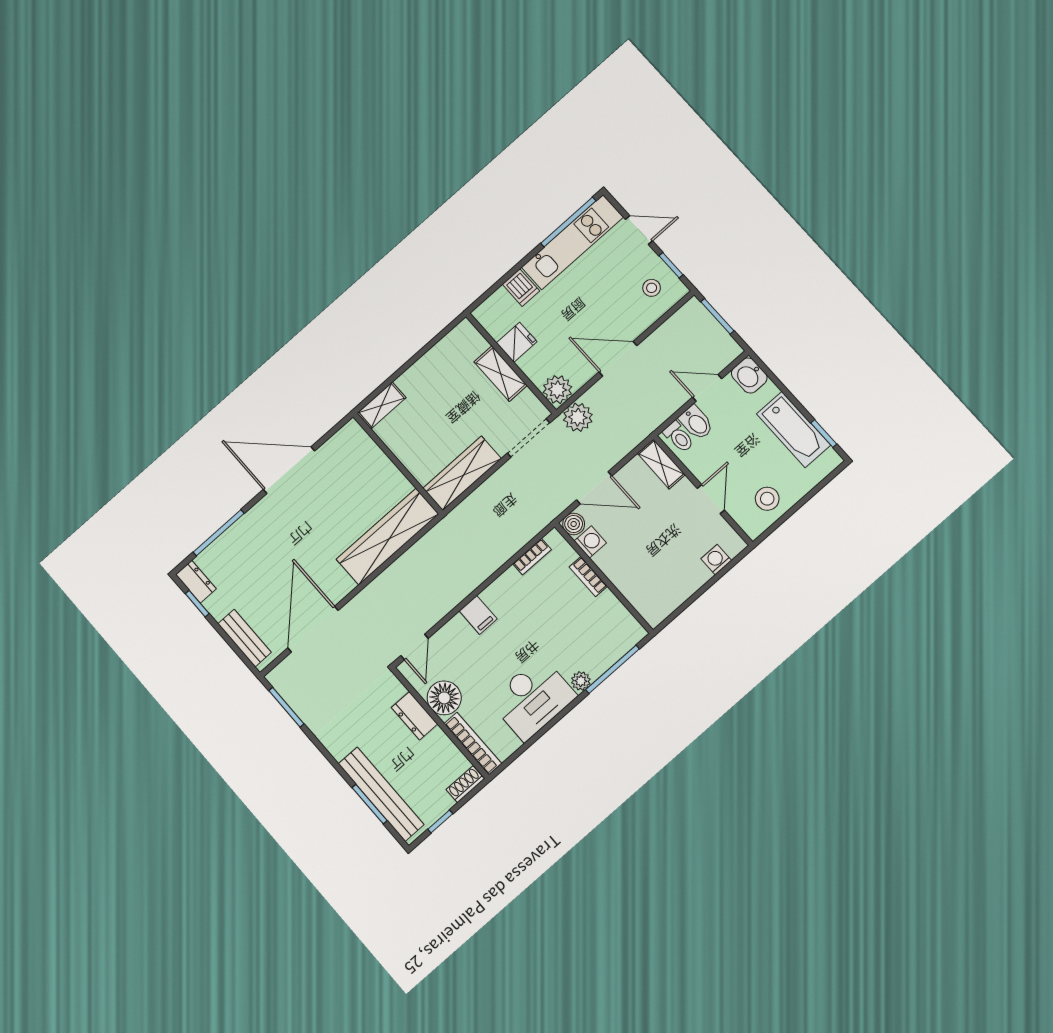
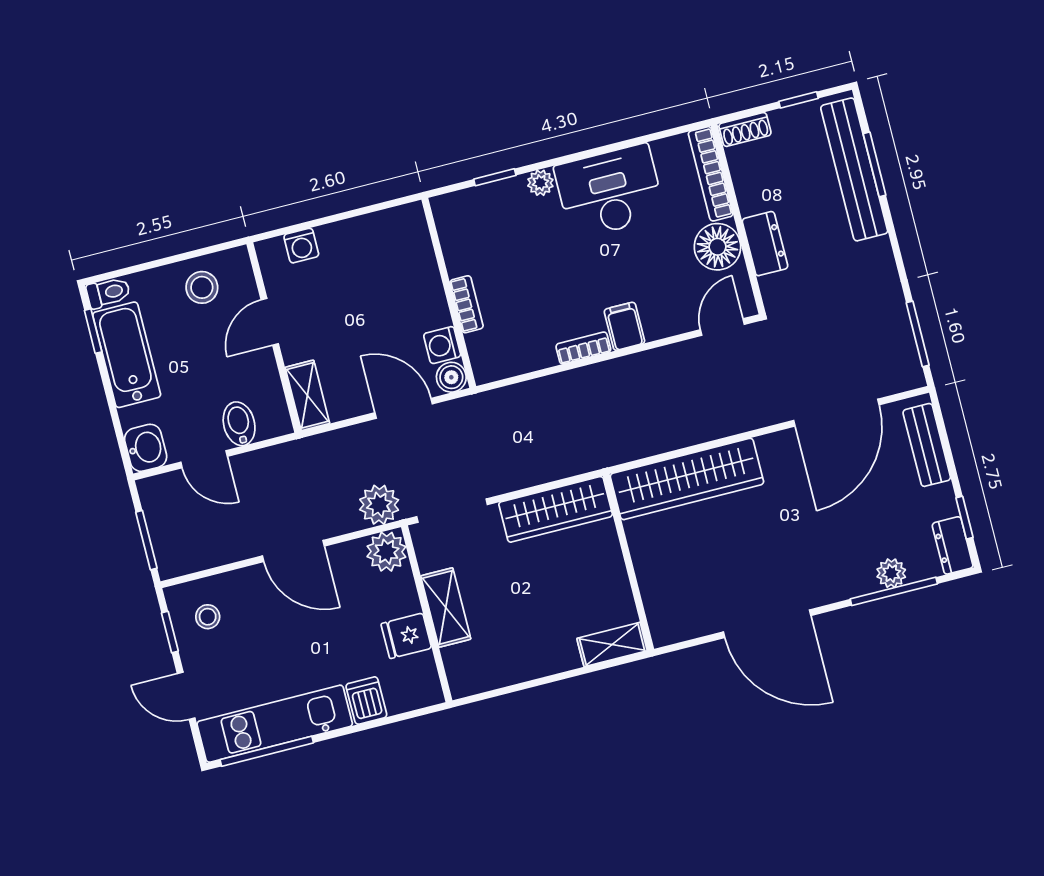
toilet: (679, 437) -> (108, 293), moved, turned 90
plant: (226, 544) -> (891, 573), added
bookcase: (532, 557) -> (583, 348), moved
window: (613, 669) -> (495, 177), width x0.46

